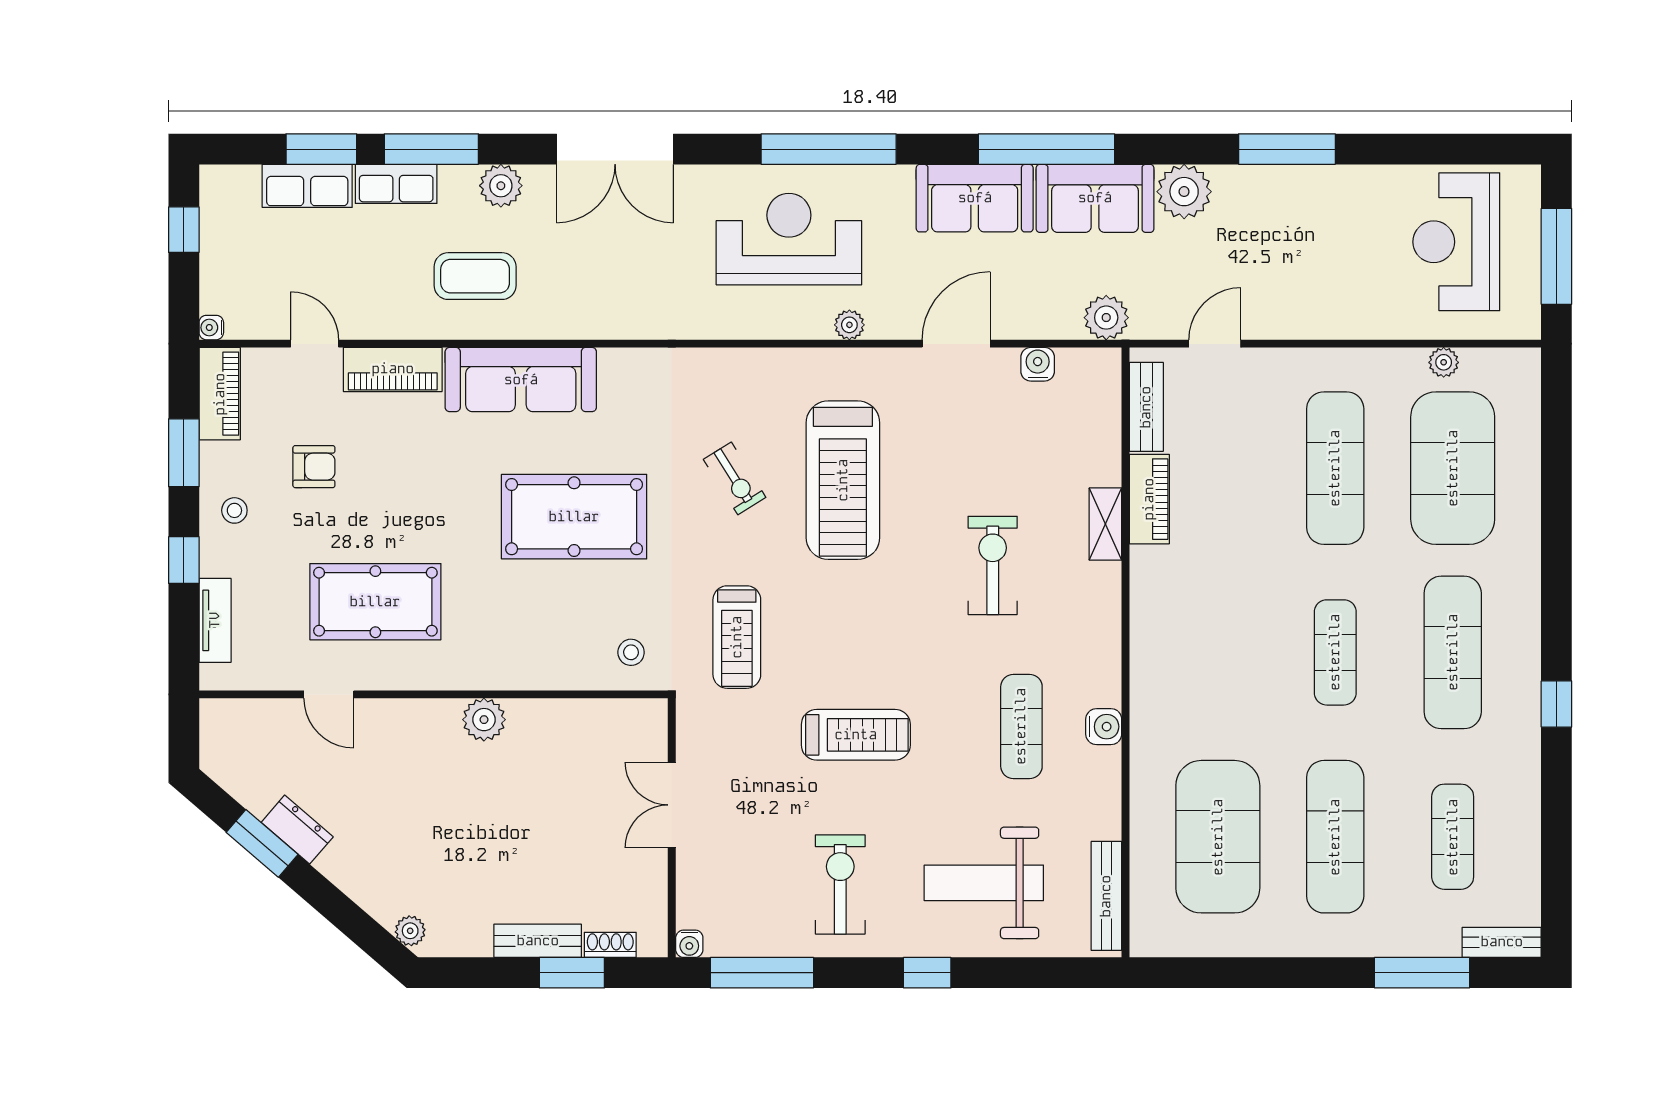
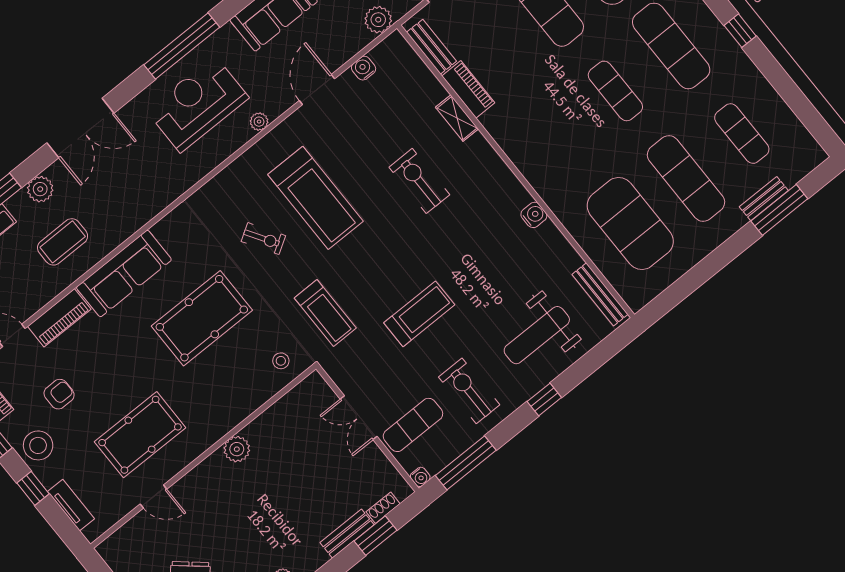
stool: (234, 510) -> (38, 445), width x1.89, depth x1.89
exercise mat: (1021, 726) -> (413, 425), moved, turned 90
bench: (1502, 942) -> (764, 199), moved

